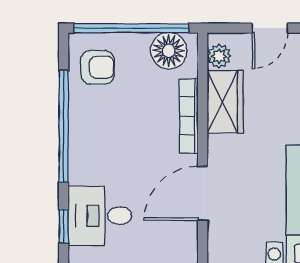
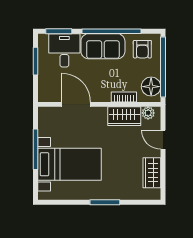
bookcase: (189, 116) -> (124, 97), width x0.64
sofa: (92, 142) -> (103, 46), added
window: (64, 226) -> (59, 31), width x1.50

